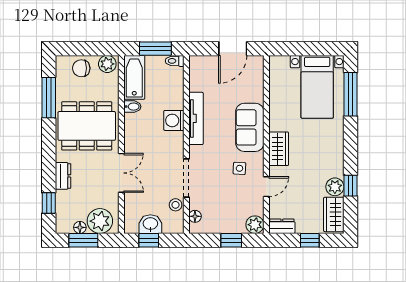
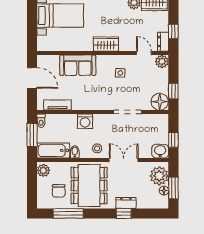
chair: (81, 68) -> (59, 191), moved
tv unit: (196, 118) -> (58, 105), moved, width x0.71
sofa: (250, 127) -> (78, 65), moved
door: (266, 187) -> (144, 53), moved
window: (49, 203) -> (124, 213), moved
stool: (176, 205) -> (97, 148), moved
floor lamp: (195, 216) -> (160, 102), width x1.89, depth x1.89
washbasin: (150, 224) -> (160, 151), moved, turned 90
window: (231, 240) -> (173, 91), moved
window: (310, 240) -> (173, 31), moved

